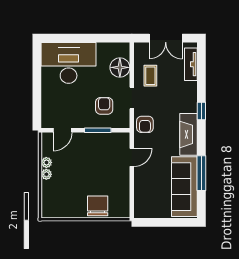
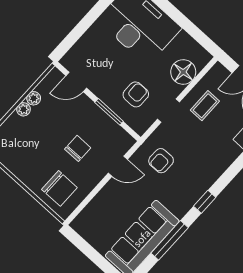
window: (201, 111) -> (205, 202), moved
armchair: (145, 124) -> (161, 161), moved
fireplace: (189, 134) -> (191, 193), removed
chair: (99, 168) -> (78, 148), added
chair: (98, 206) -> (59, 188), moved, turned 90

